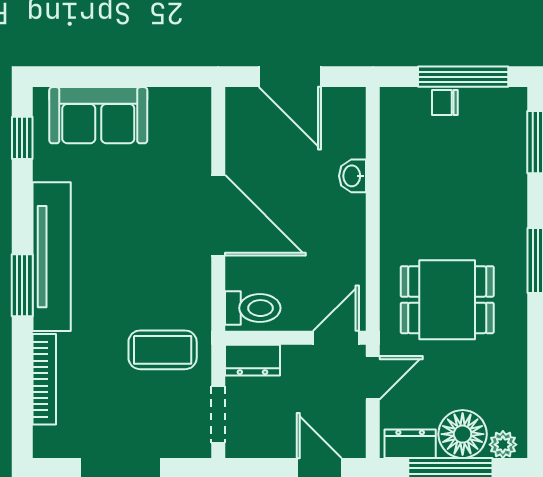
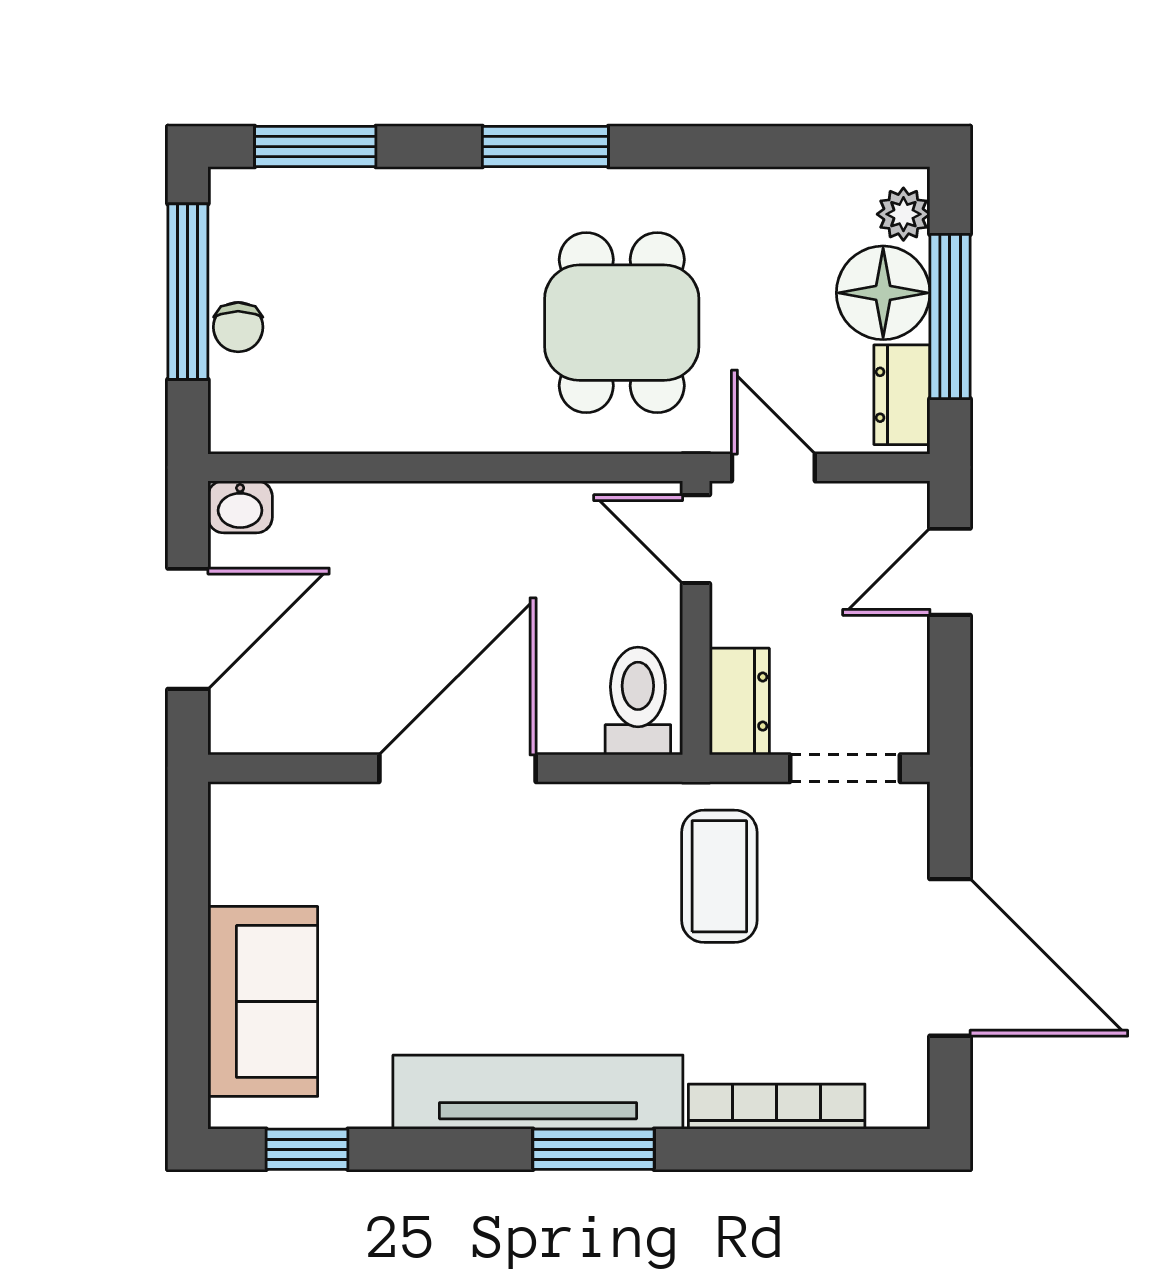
washbasin: (353, 176) -> (240, 507), moved

